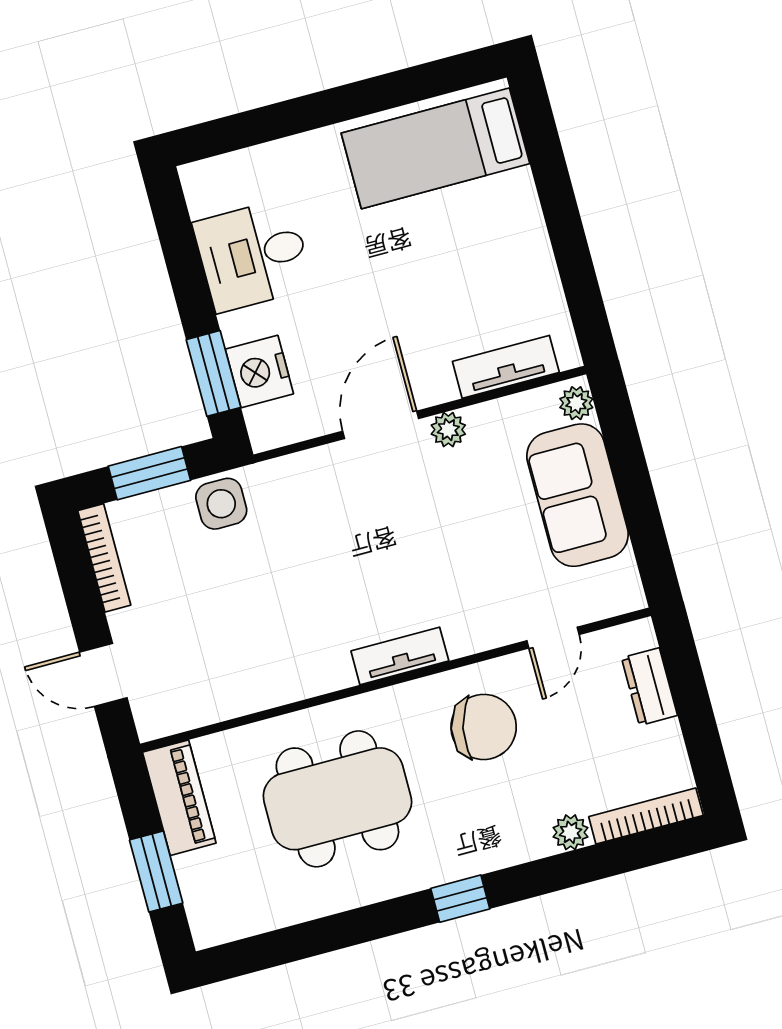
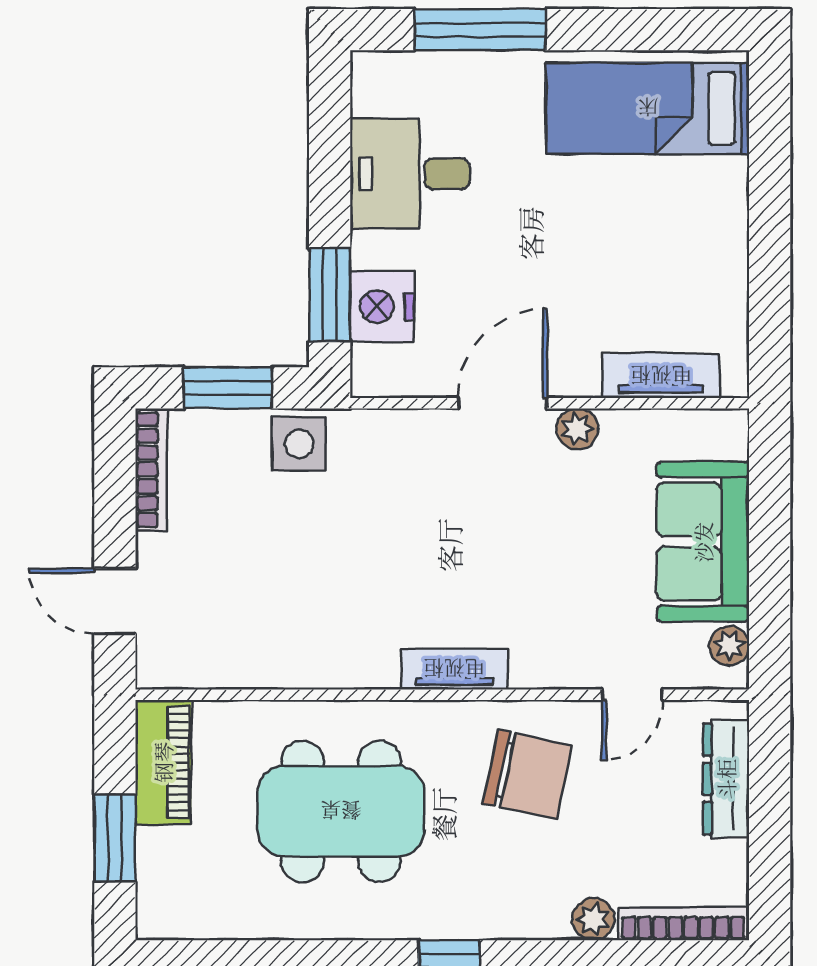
window: (279, 120) -> (480, 30), added
plant: (576, 403) -> (729, 646), moved
dresser: (649, 687) -> (726, 779), width x1.44

